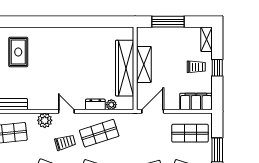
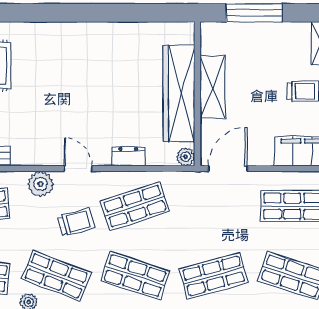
plant: (111, 105) -> (186, 157), moved

